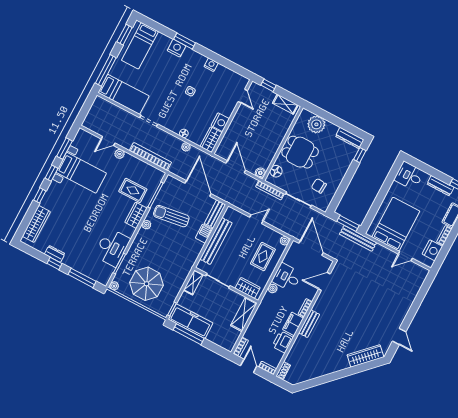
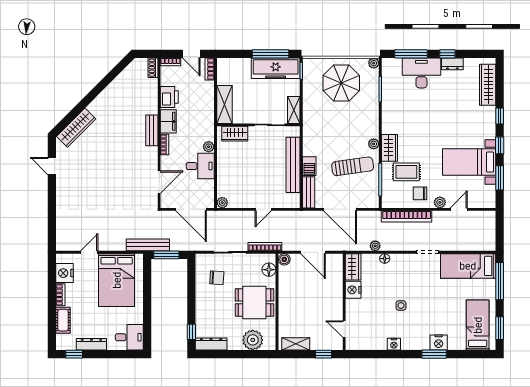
chair: (131, 169) -> (420, 193), added
desk: (112, 247) -> (421, 73), moved, turned 90
rug: (263, 257) -> (236, 174), removed

